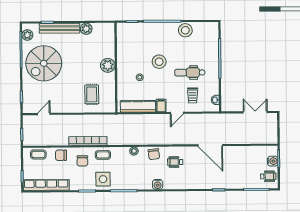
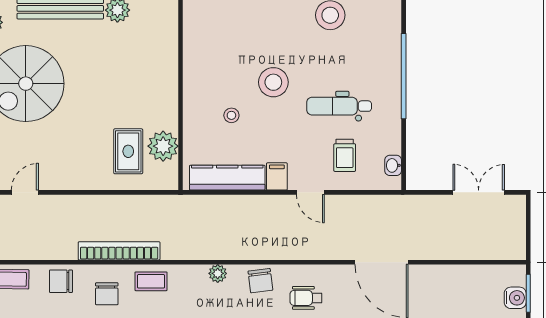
plant: (108, 65) -> (163, 146), moved
door: (177, 113) -> (310, 192), hinge flipped

